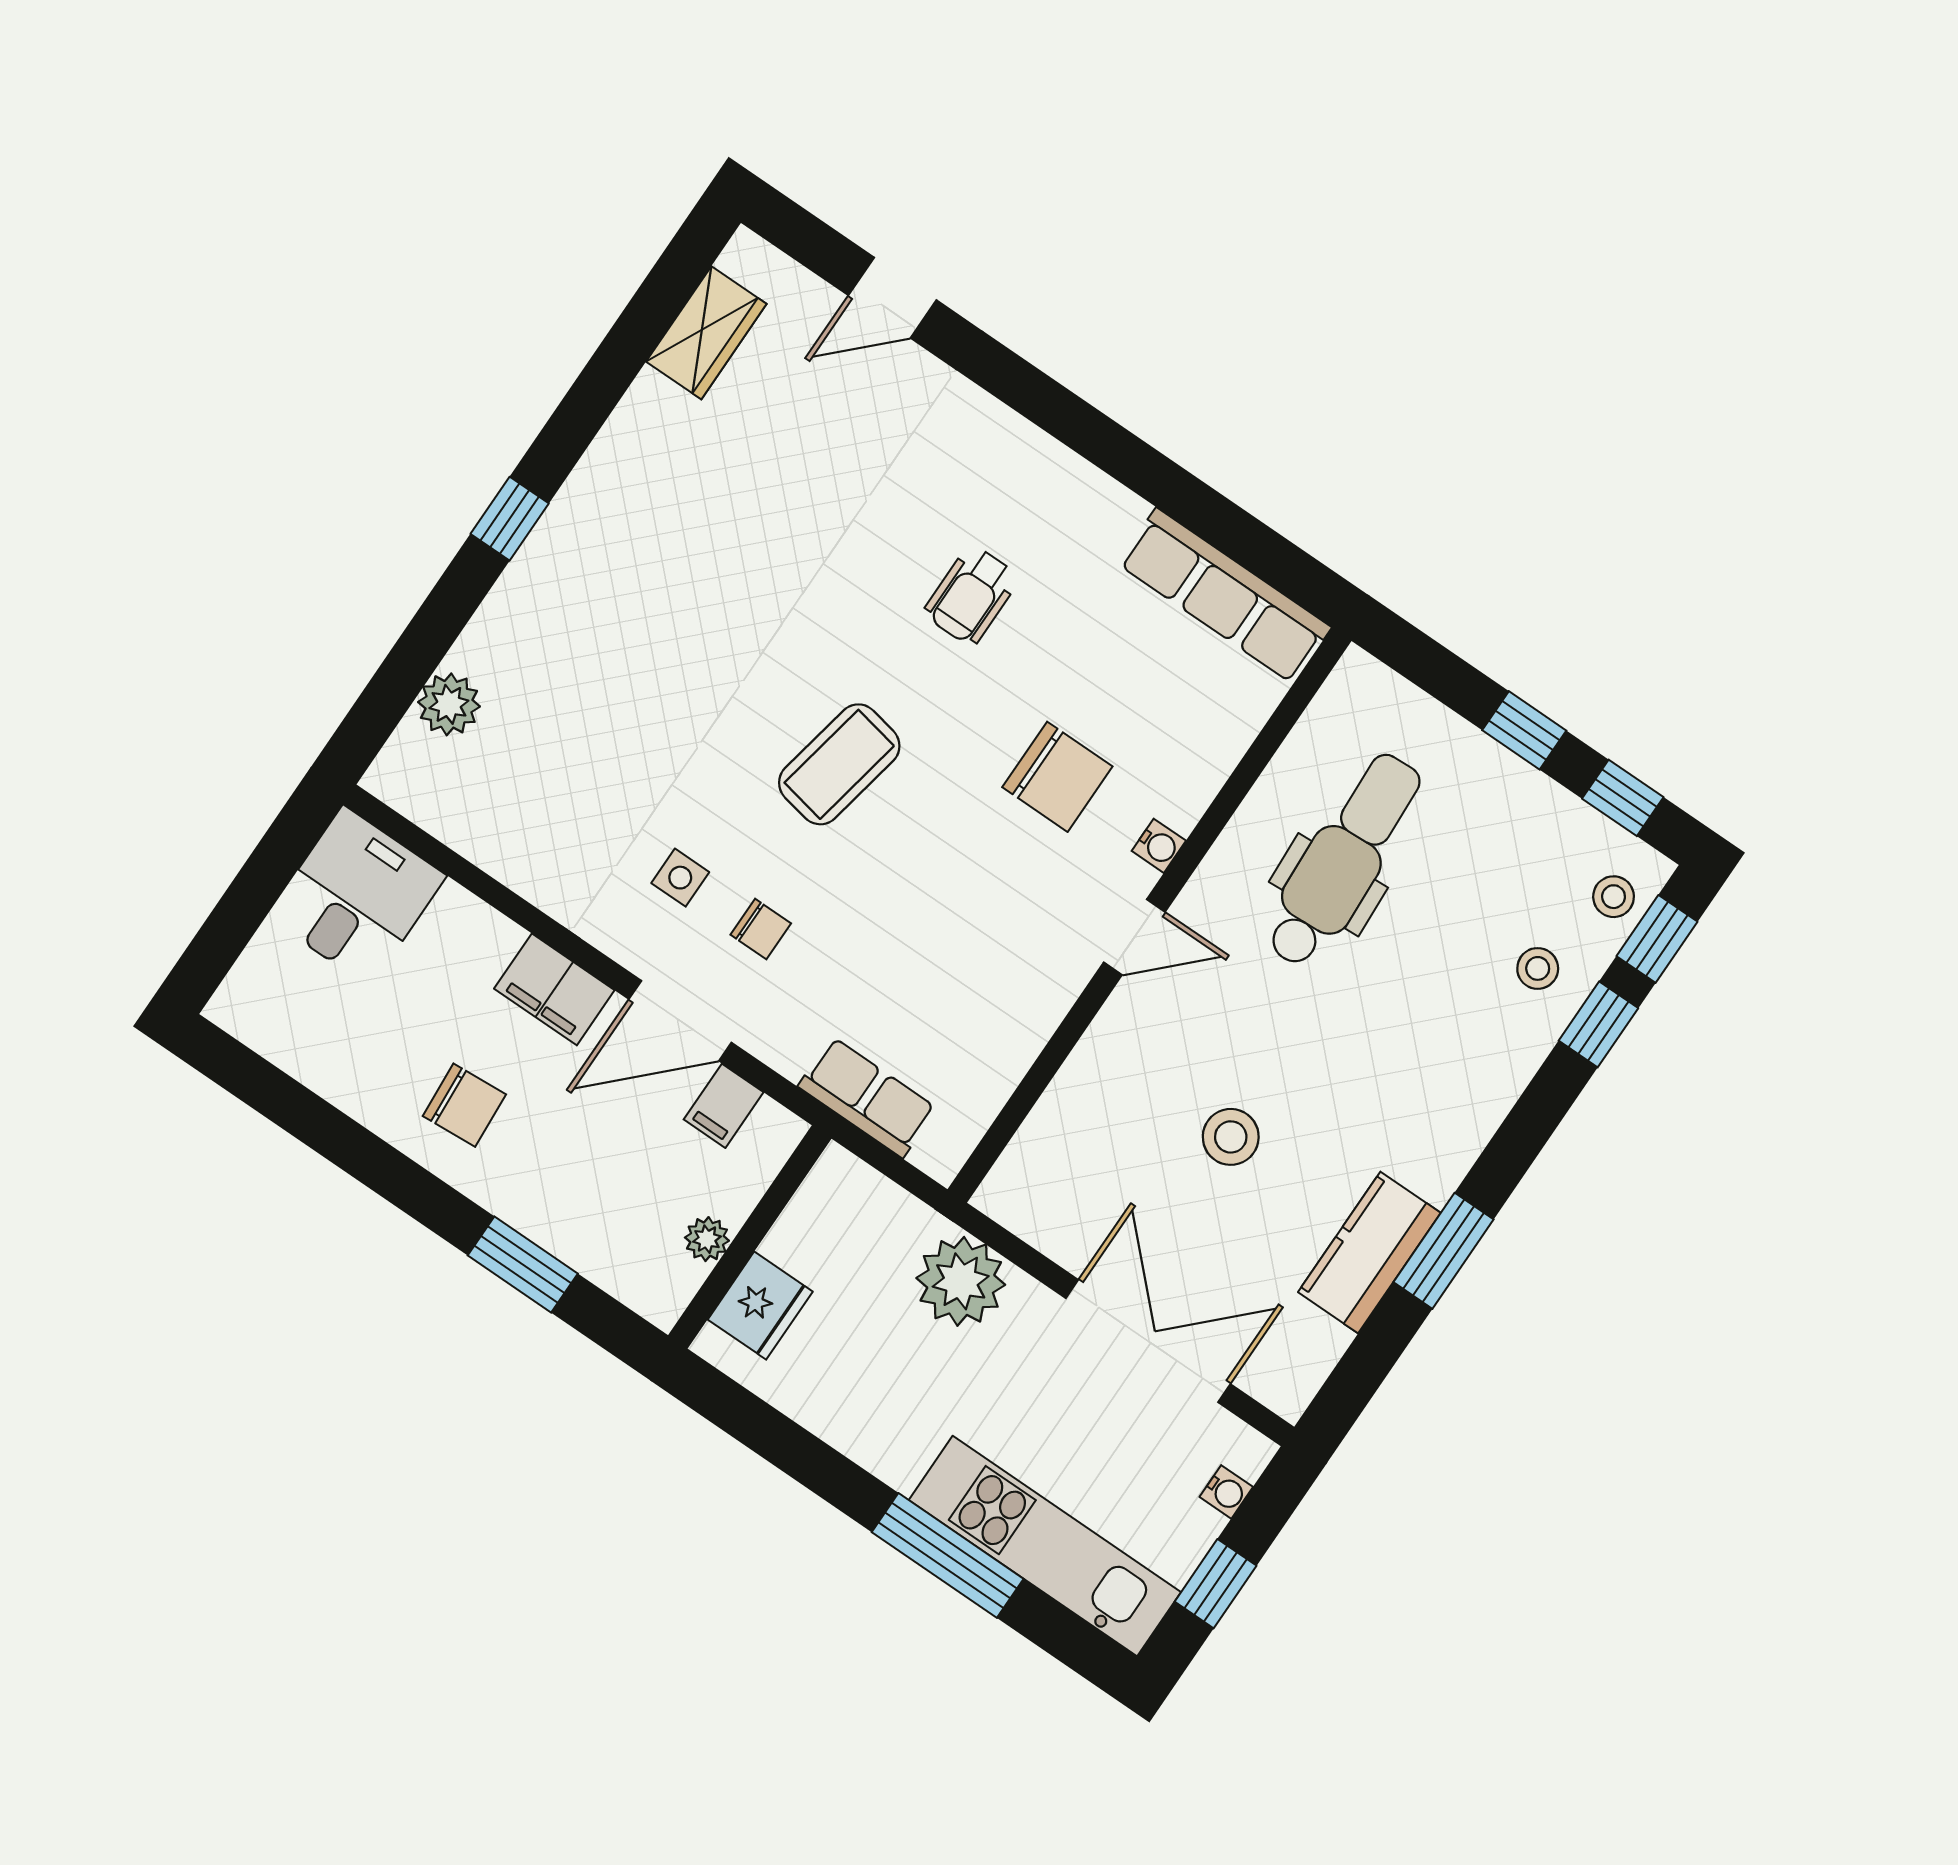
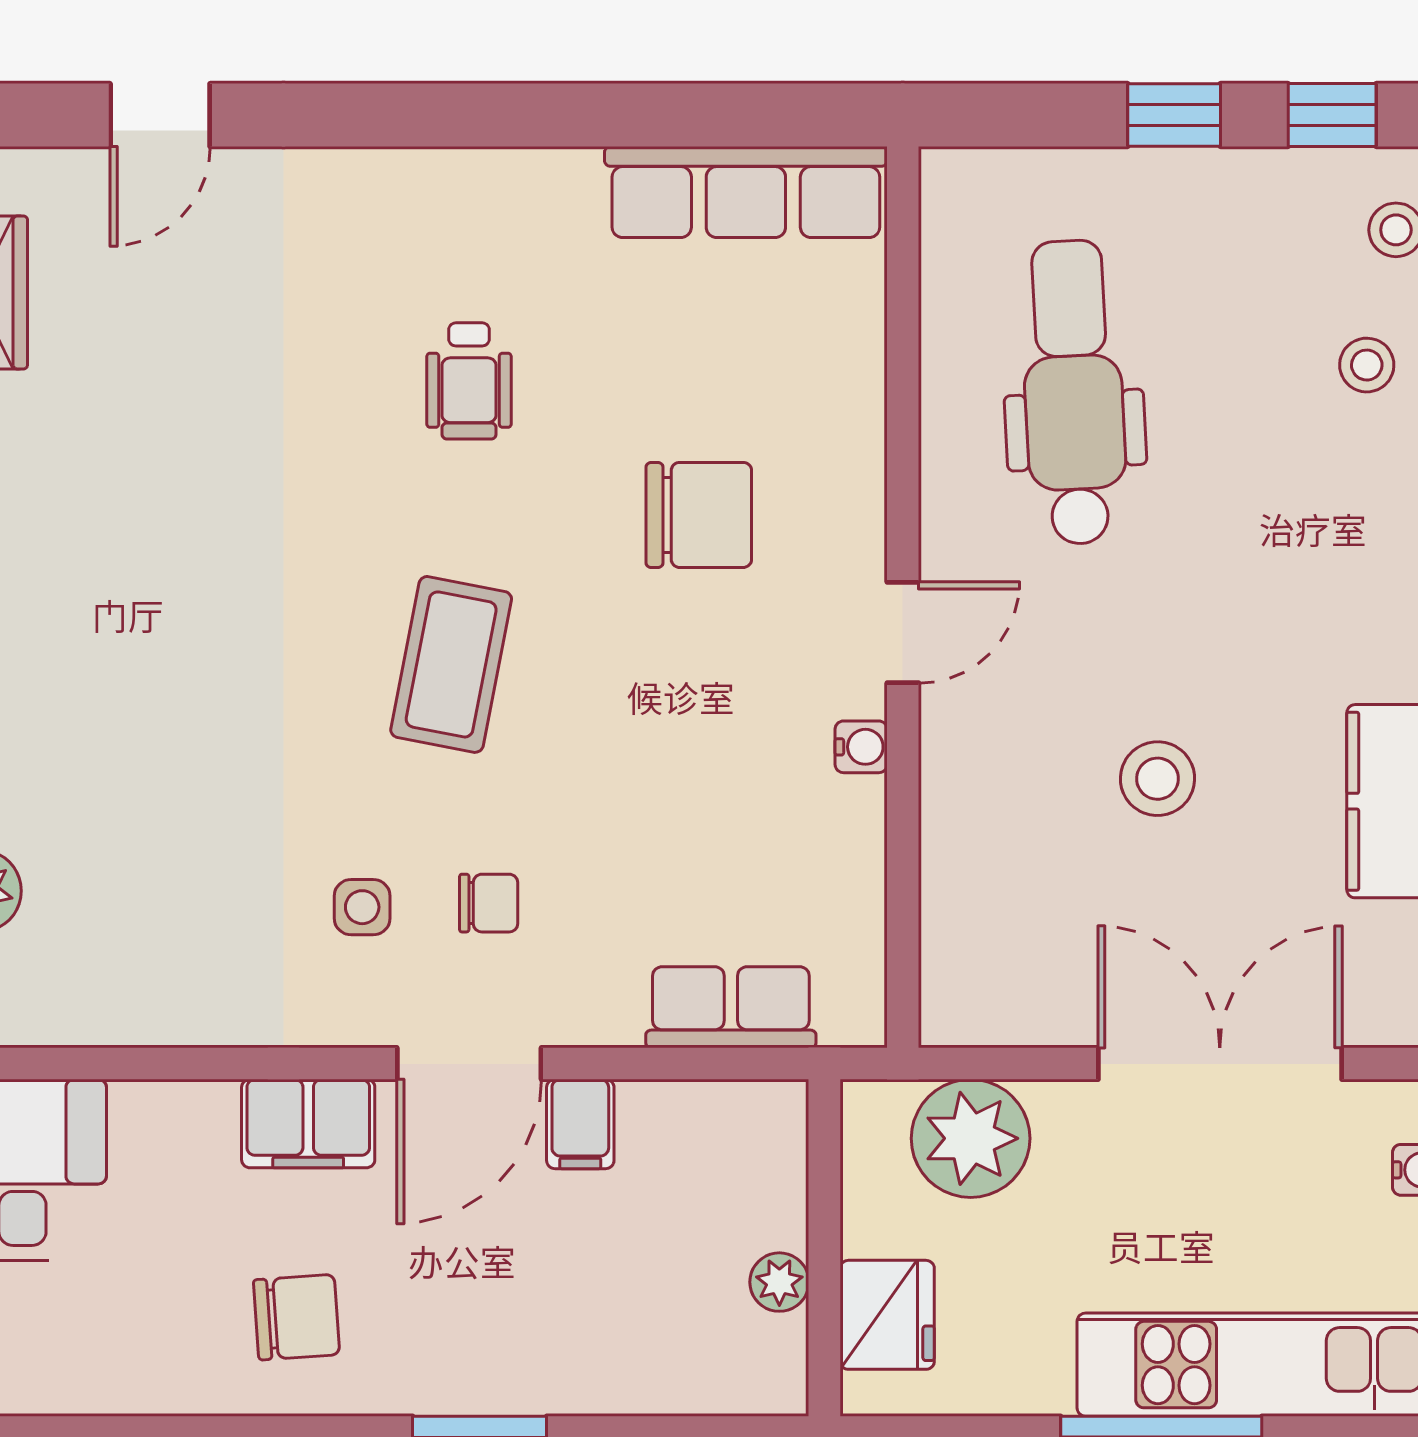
water cooler: (1159, 846) -> (861, 747), moved
wall: (750, 1237) -> (824, 1248), moved
plant: (707, 1239) -> (779, 1282), moved
fridge: (760, 1306) -> (887, 1315), moved

